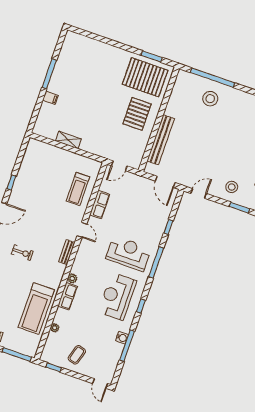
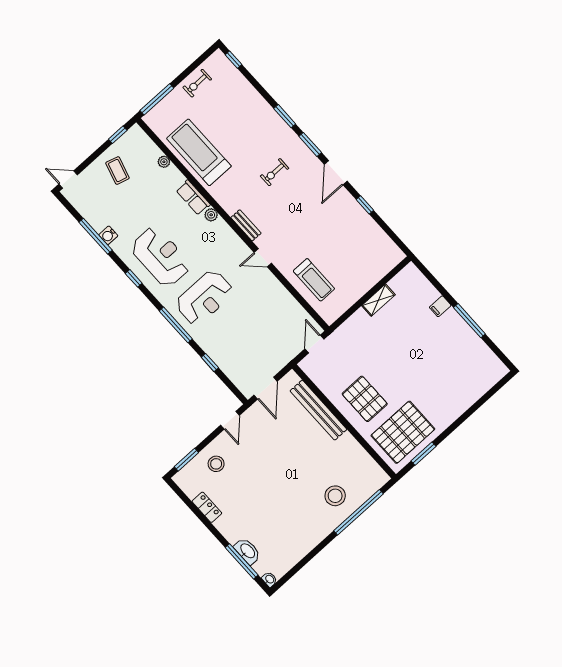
door: (165, 182) -> (266, 388), swing flipped
treadmill: (78, 189) -> (314, 280), turned 180
row of seats: (100, 205) -> (281, 295), removed

